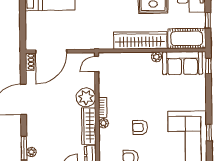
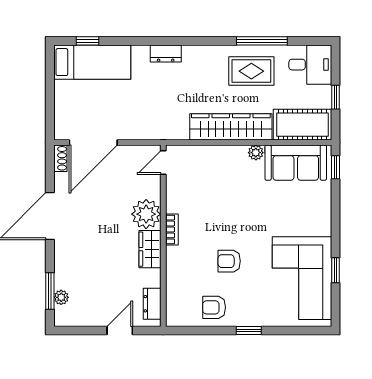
plant: (104, 123) -> (173, 254), removed
wardrobe: (89, 126) -> (150, 249), width x0.67

